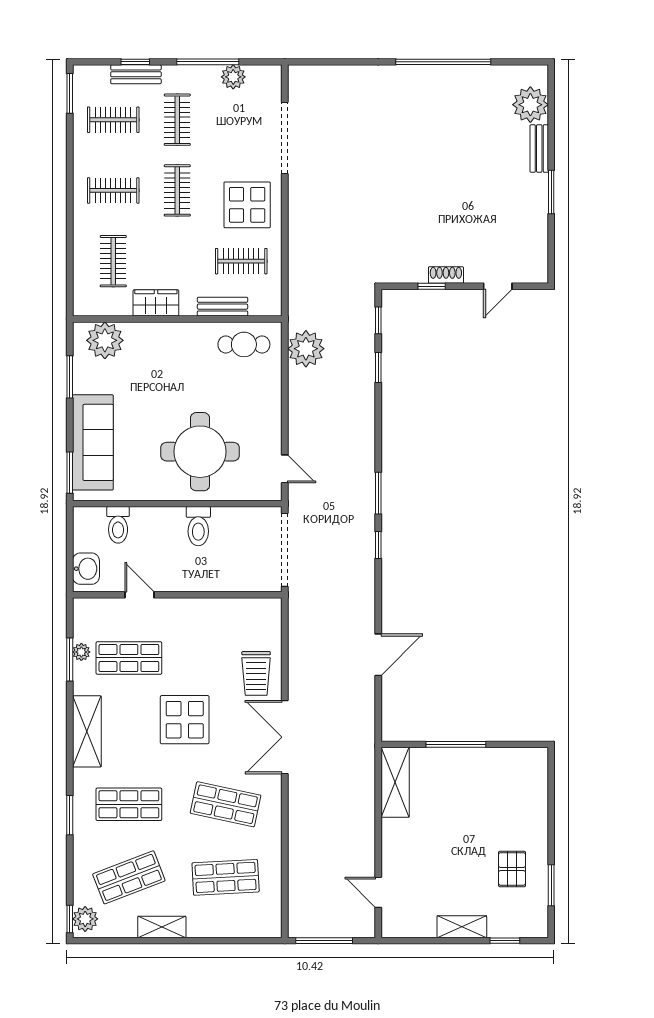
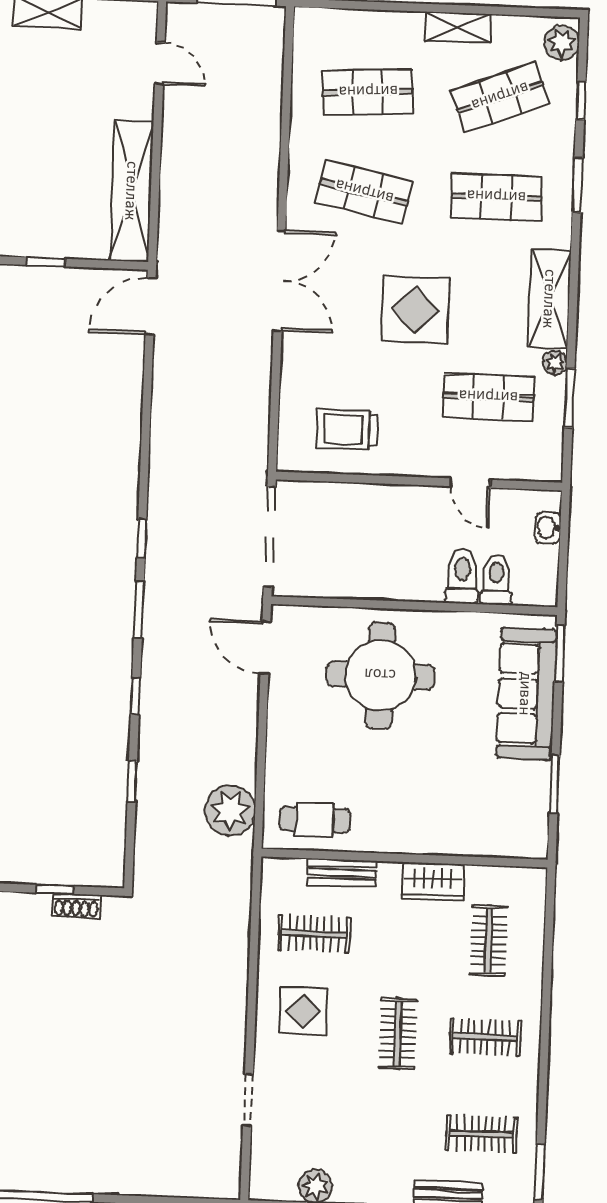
clothes rail: (177, 120) -> (394, 1131), removed
doorway: (285, 138) -> (248, 1100), width x0.53
display table: (247, 205) -> (303, 1010), width x0.73, depth x0.73
shoe rack: (446, 275) -> (76, 906), moved
window: (378, 320) -> (135, 697), moved
plant: (105, 340) -> (505, 833), removed
door: (285, 469) -> (265, 647), width x1.38
toilet: (198, 526) -> (462, 577), moved
washbasin: (86, 569) -> (548, 528), width x0.72, depth x0.69
plant: (81, 652) -> (555, 363), moved
door: (378, 655) -> (150, 306), moved
trolley: (256, 673) -> (347, 430), moved, turned -90
window: (456, 744) -> (46, 262), width x0.46
shelving: (395, 782) -> (132, 191), width x1.47
window: (70, 919) -> (581, 101), moved

